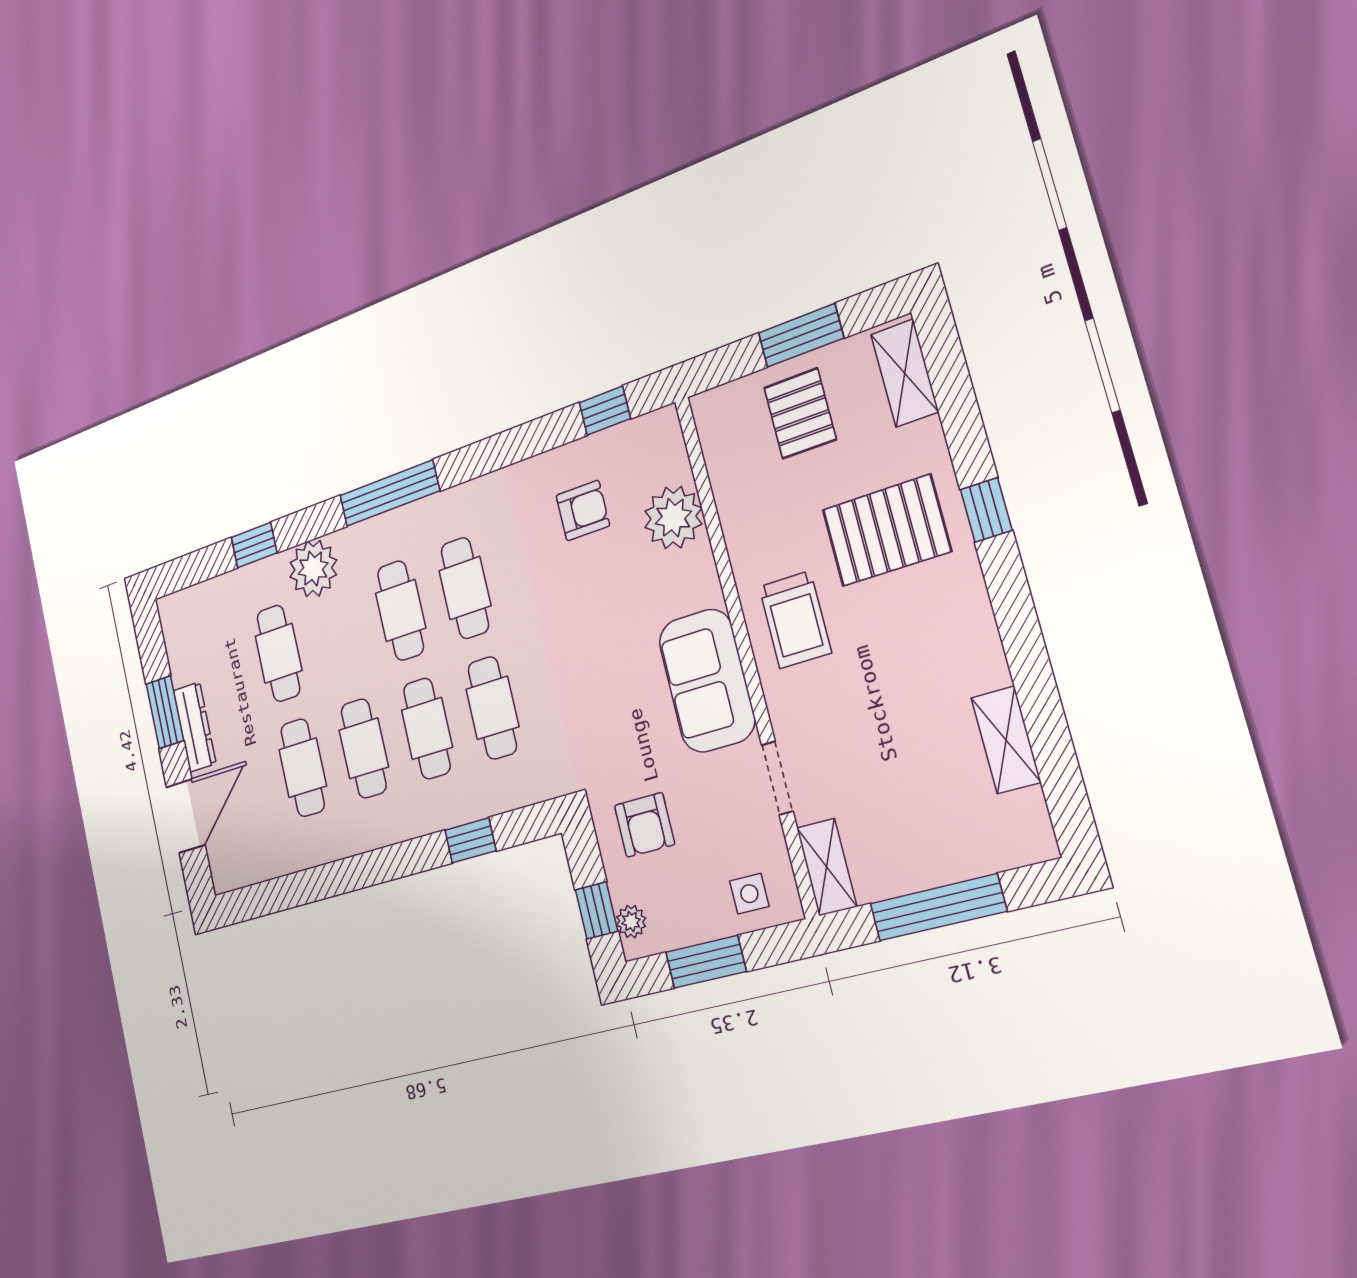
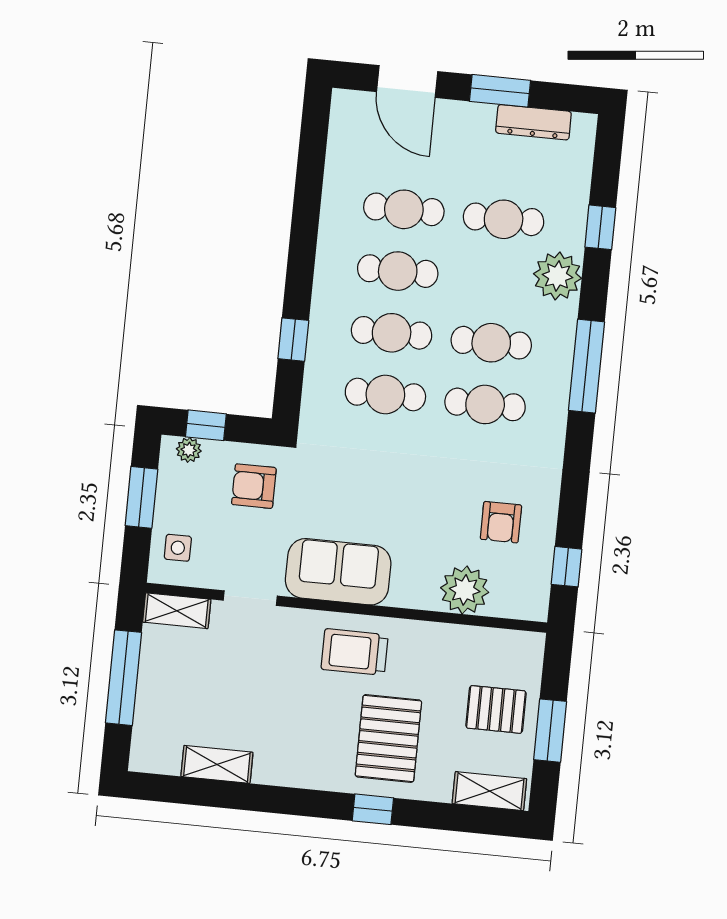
dresser: (195, 727) -> (533, 122), moved

